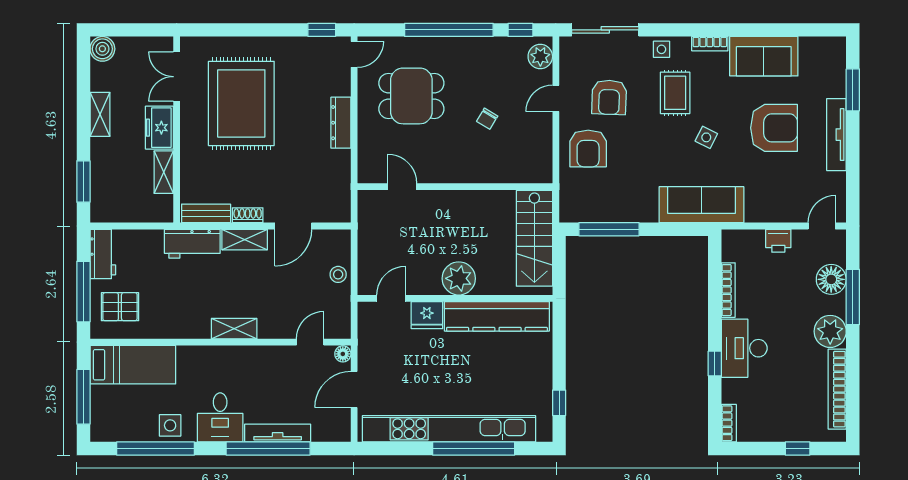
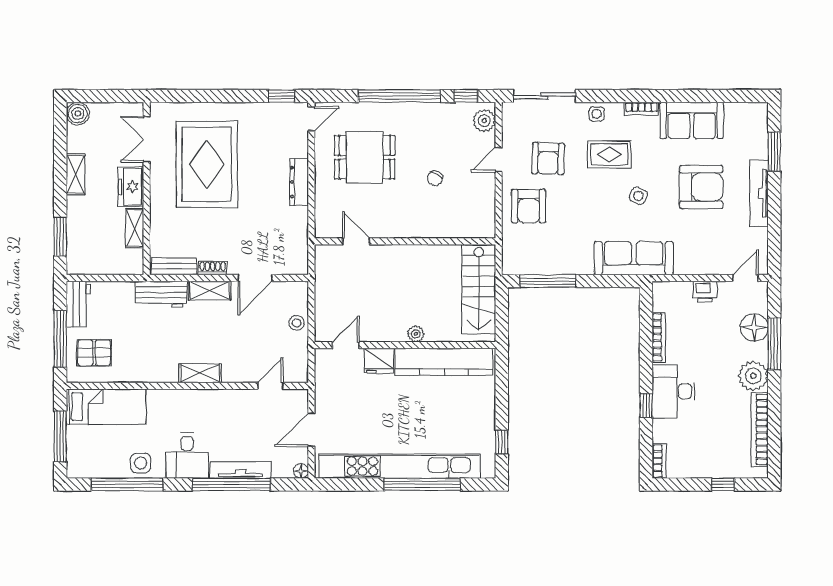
rug: (675, 93) -> (609, 154), turned 90
plant: (459, 278) -> (416, 334), width x0.53, depth x0.53
floor lamp: (343, 354) -> (301, 471), moved

